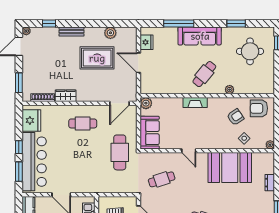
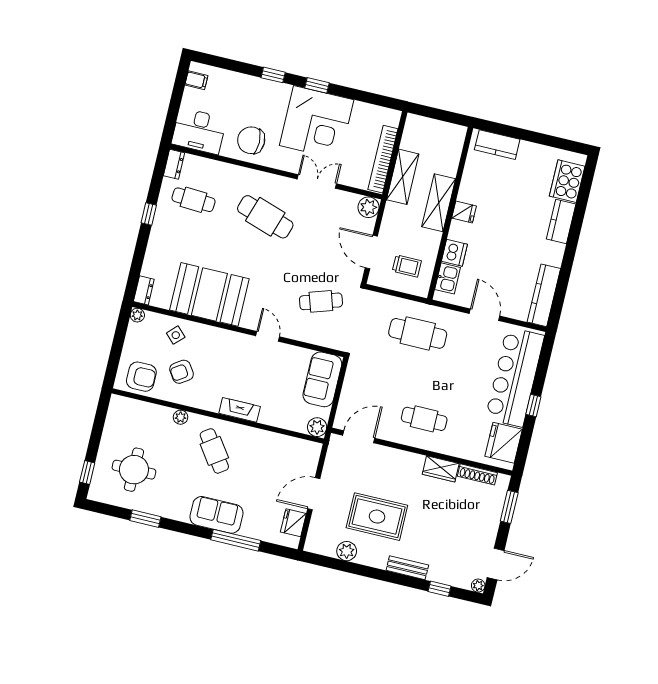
sofa: (200, 36) -> (216, 515), width x0.73
door: (138, 63) -> (314, 494), swing flipped
cafe table: (204, 74) -> (214, 451), turned -74
cafe table: (120, 152) -> (418, 333), moved, turned 90
window: (19, 172) -> (543, 367), removed
dresser: (270, 183) -> (144, 290), moved

